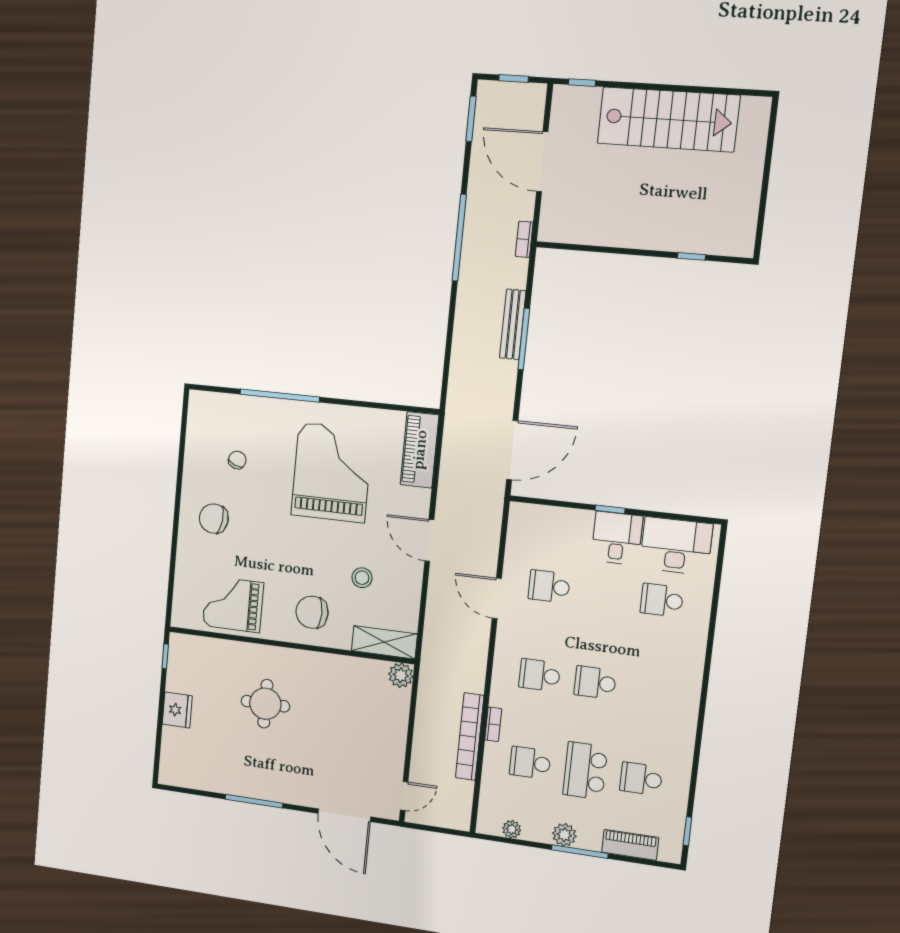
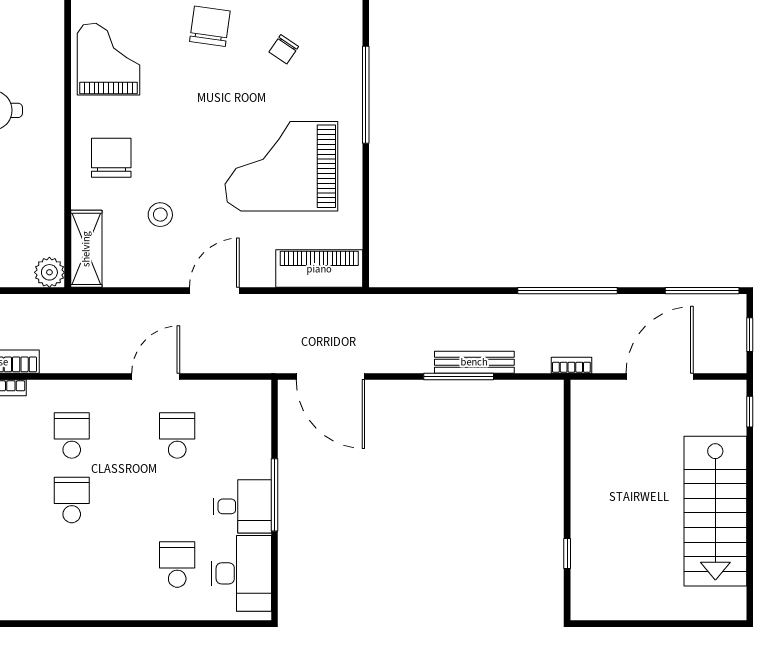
window: (471, 119) -> (702, 291), width x1.44
chair: (237, 460) -> (284, 49), turned 103
grand piano: (332, 472) -> (281, 166), turned 180
window: (610, 509) -> (274, 495), width x2.17

